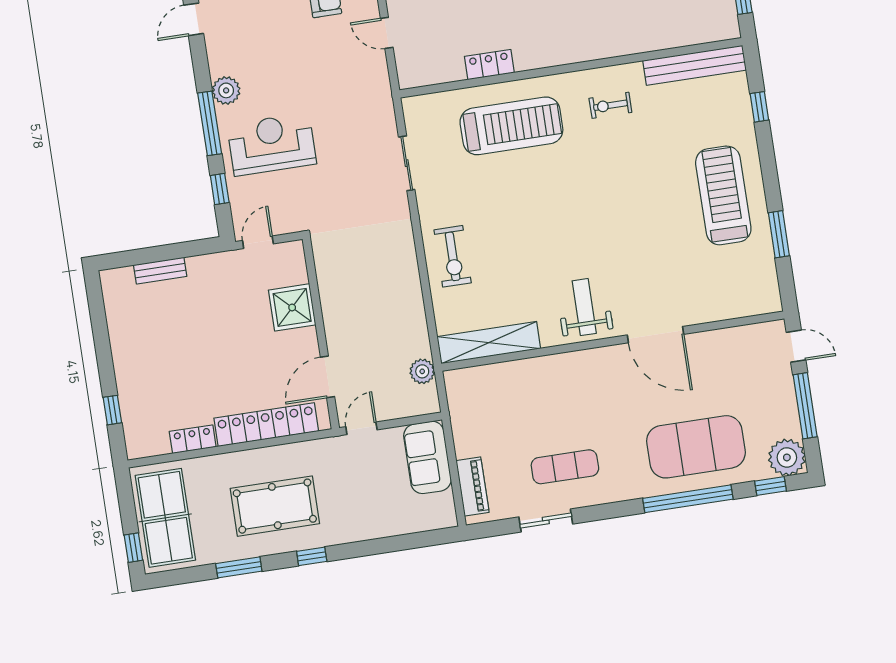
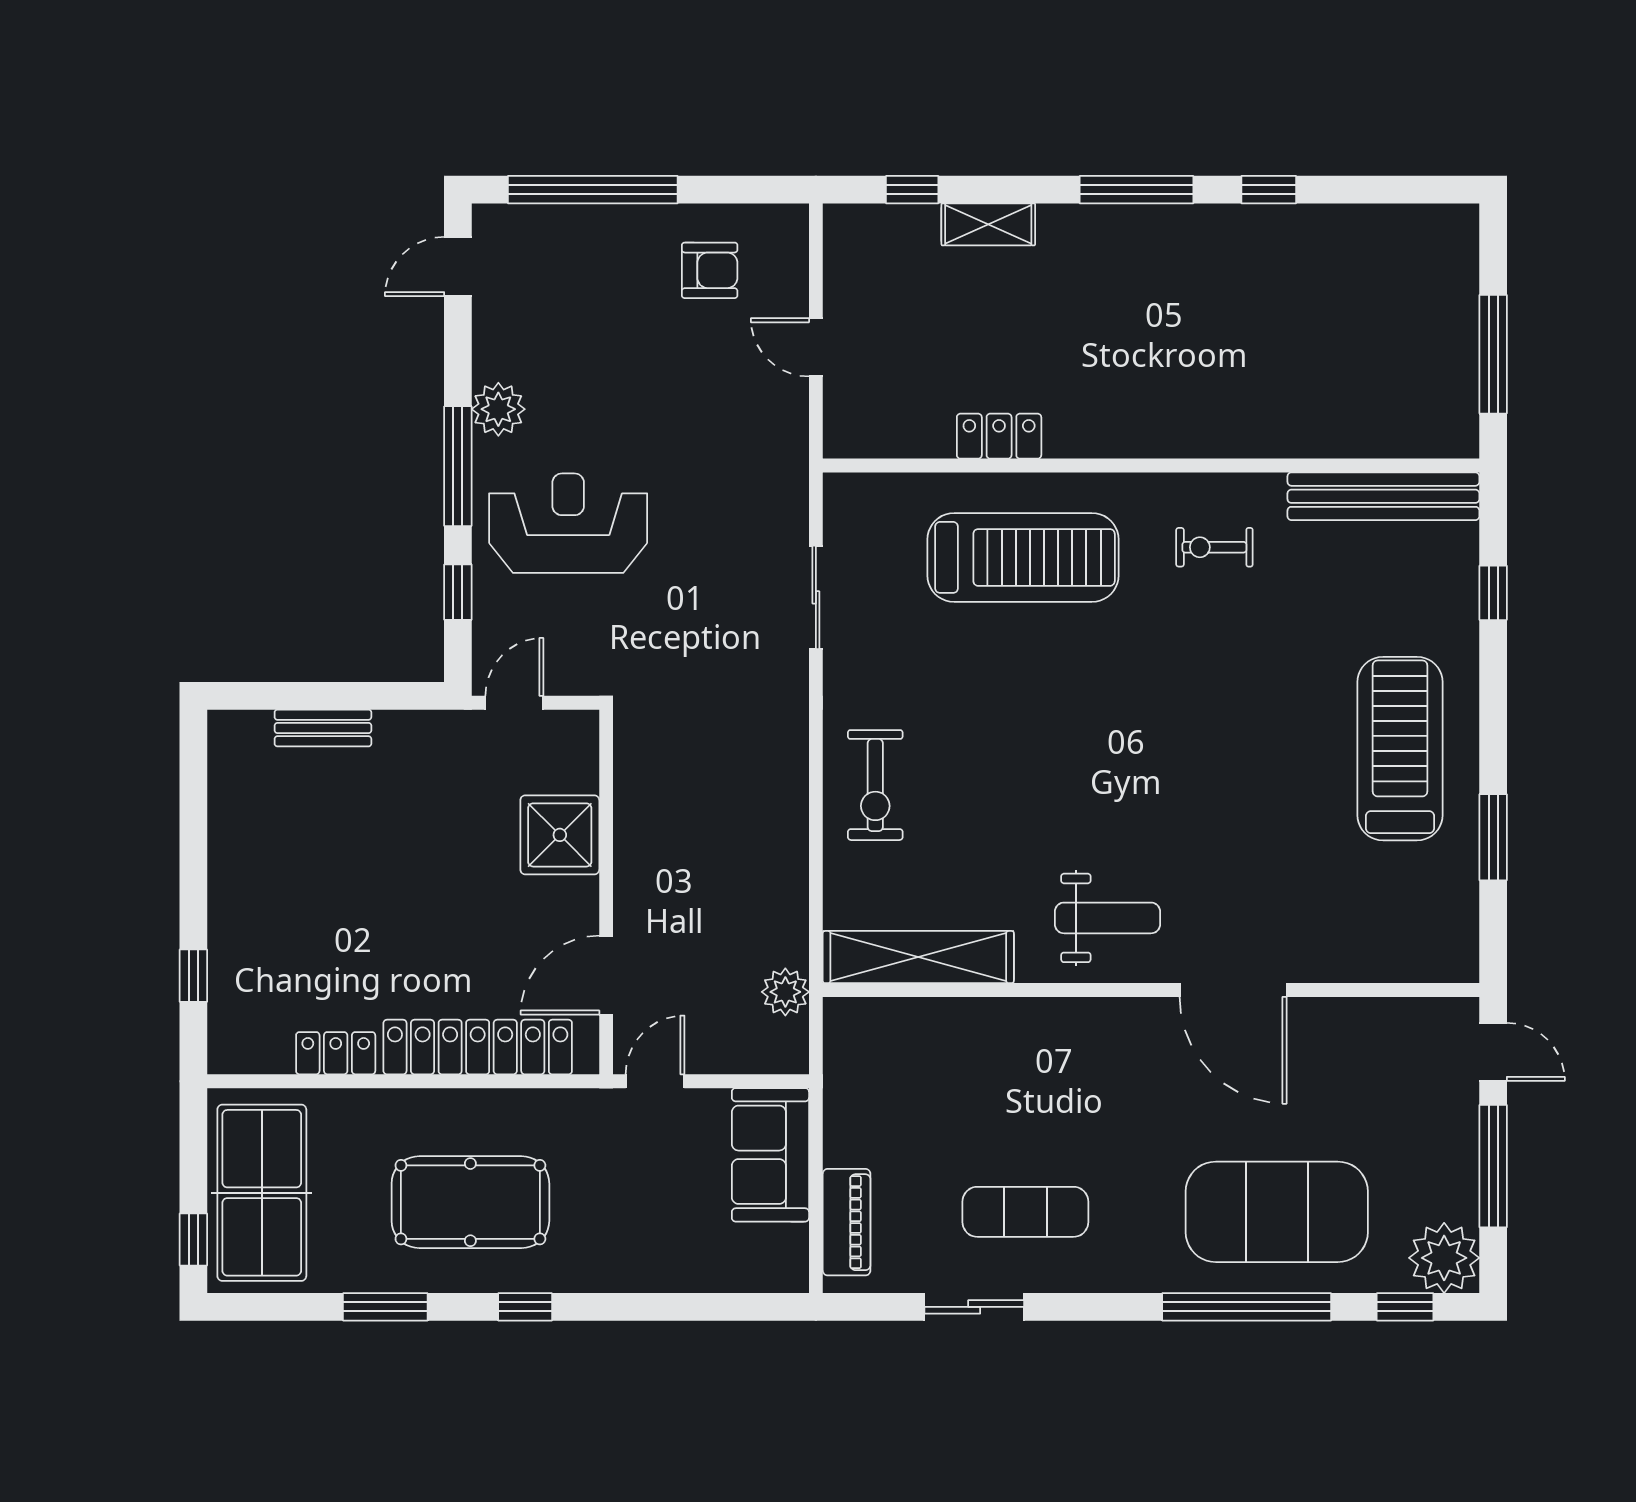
weight bench: (584, 307) -> (1107, 918), turned 90

